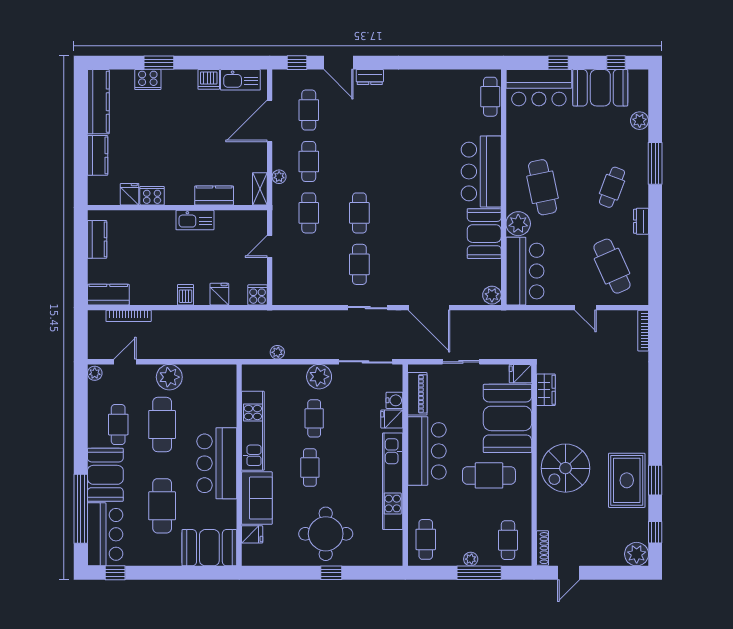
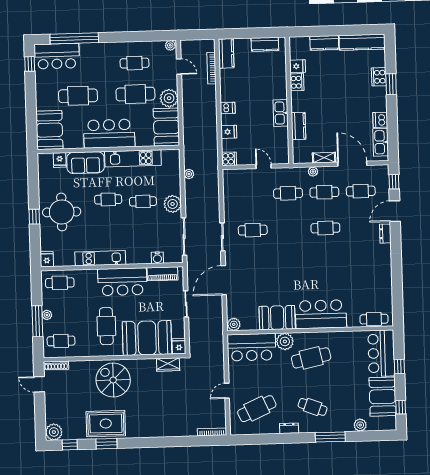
shelving: (260, 189) -> (324, 158), moved
cafe table: (359, 213) -> (325, 228), moved
fridge: (392, 419) -> (47, 259), moved
booth: (105, 475) -> (166, 127), moved, turned 90
kitchen unit: (393, 481) -> (100, 258), width x0.73

